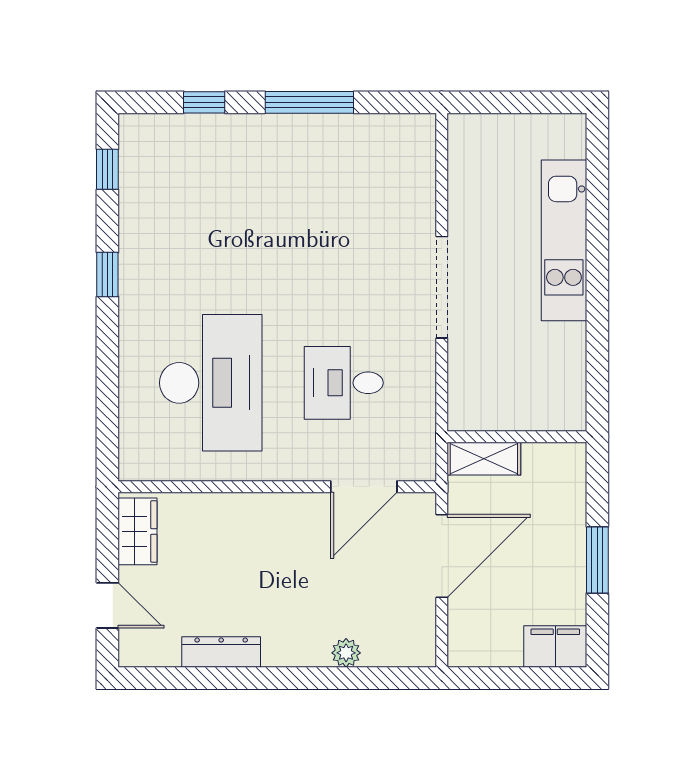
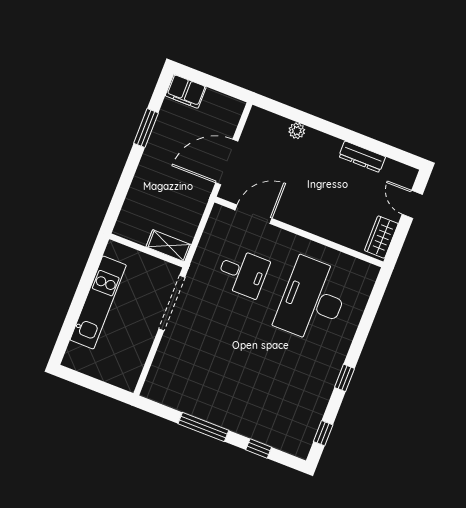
wall: (517, 437) -> (147, 250), moved
shelving: (484, 459) -> (169, 246), moved

